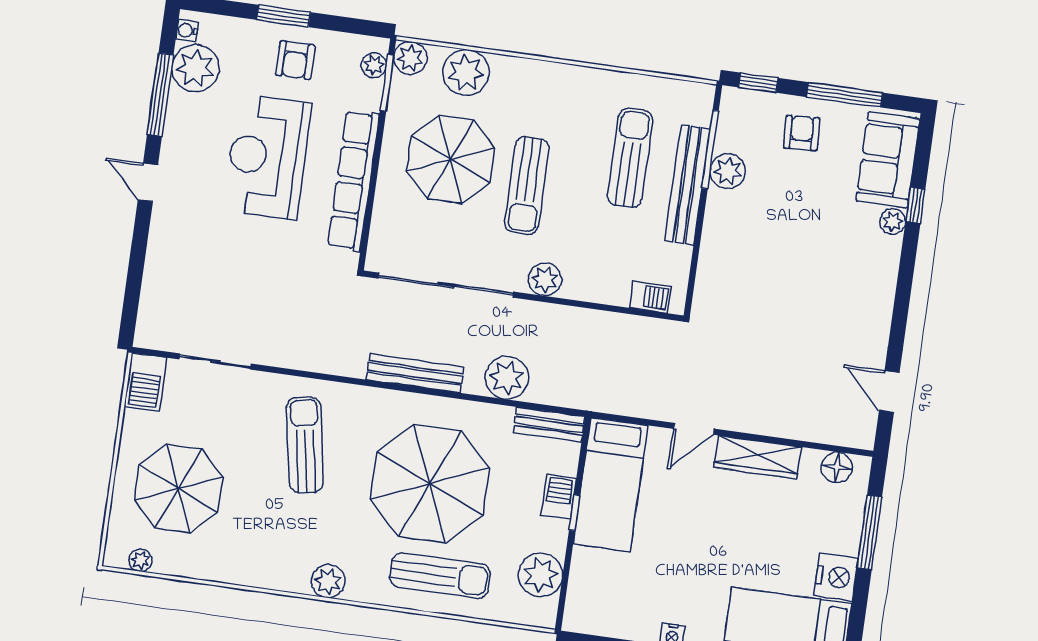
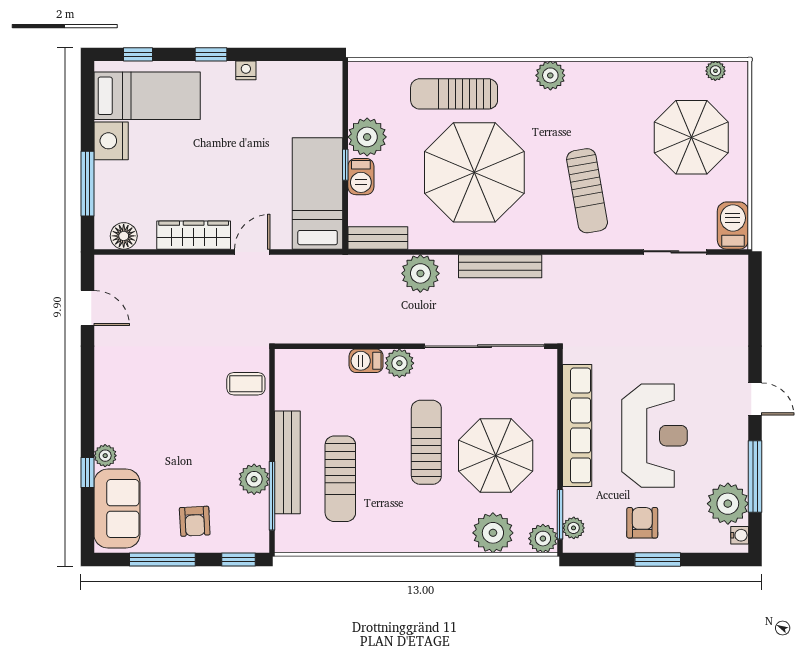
coffee table: (722, 281) -> (246, 384), added
barbecue: (650, 297) -> (366, 361), moved
plant: (541, 575) -> (367, 137), moved

